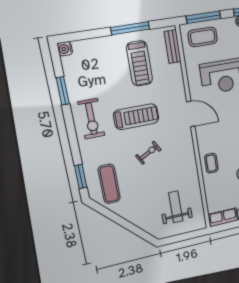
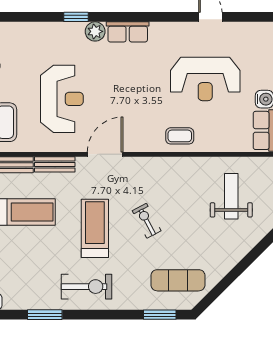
bench: (178, 79) -> (55, 164), added
weight bench: (176, 207) -> (231, 196), turned 90

